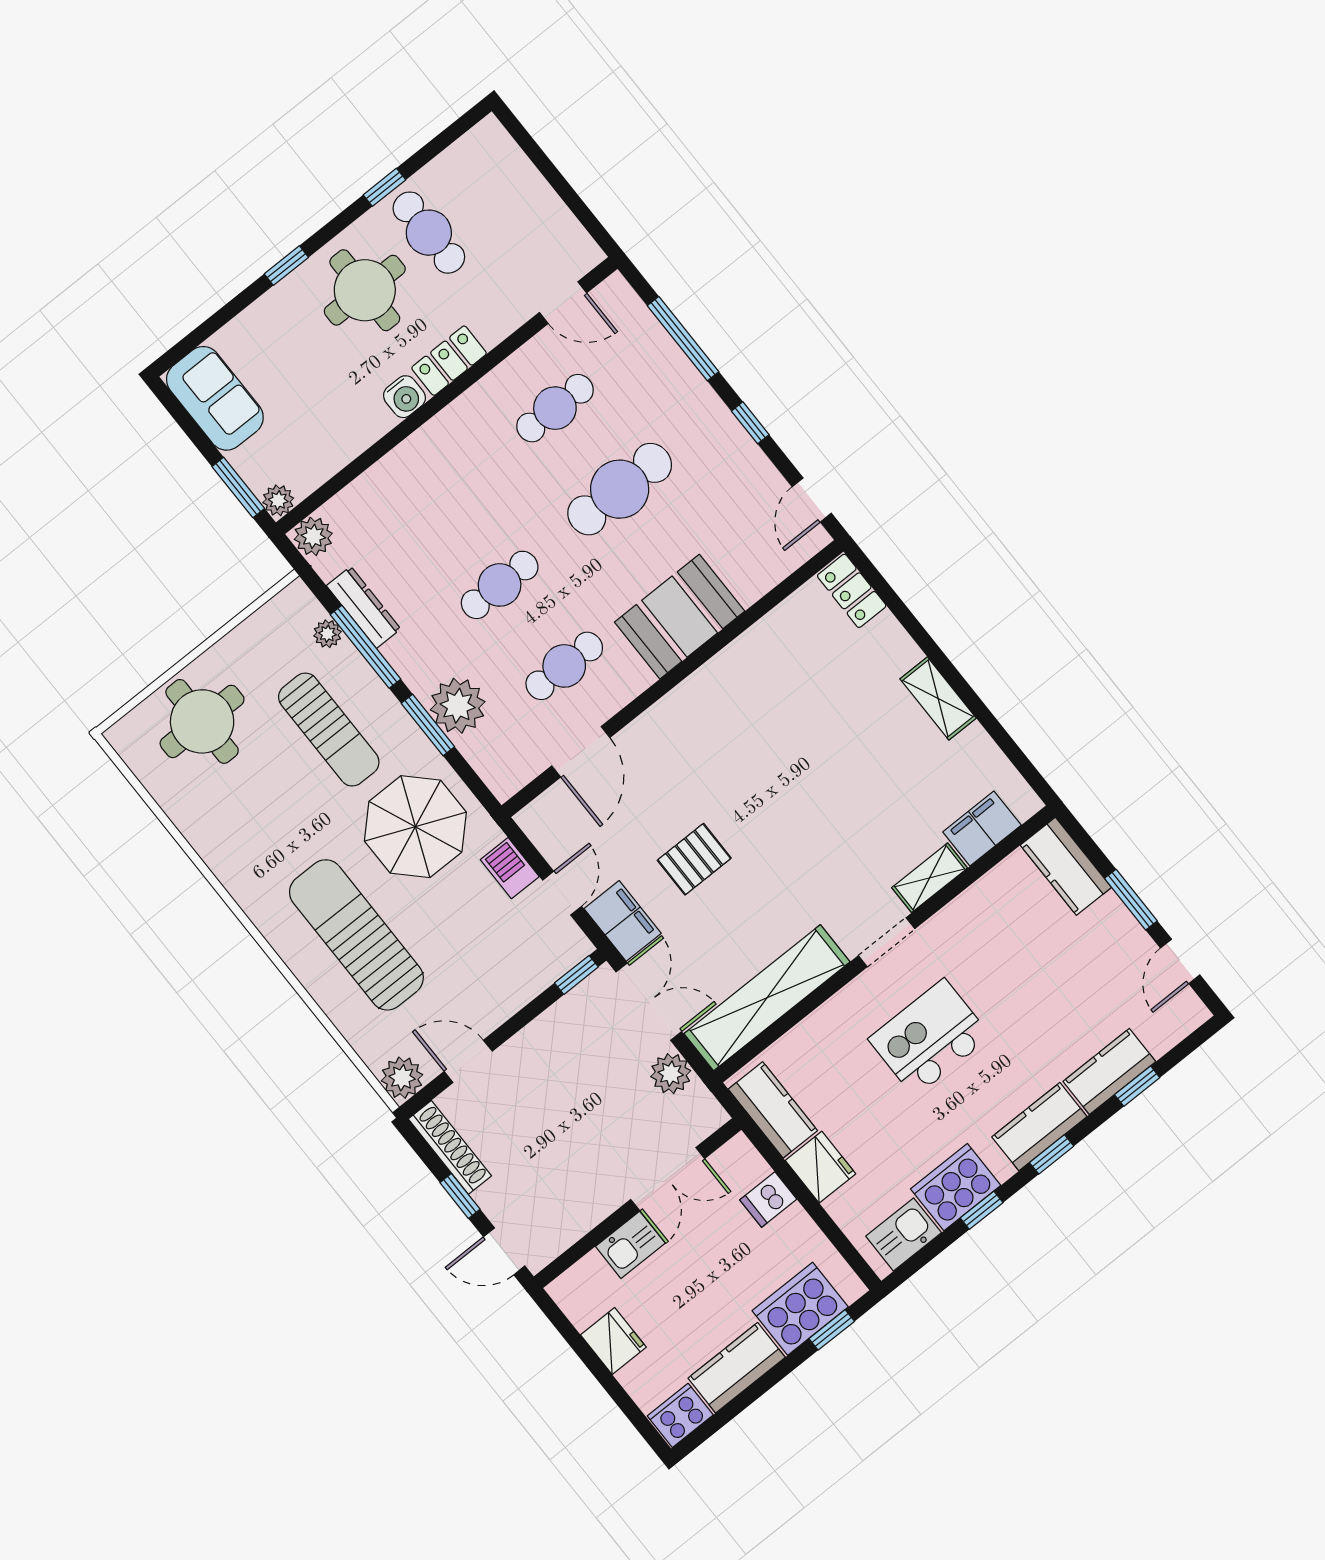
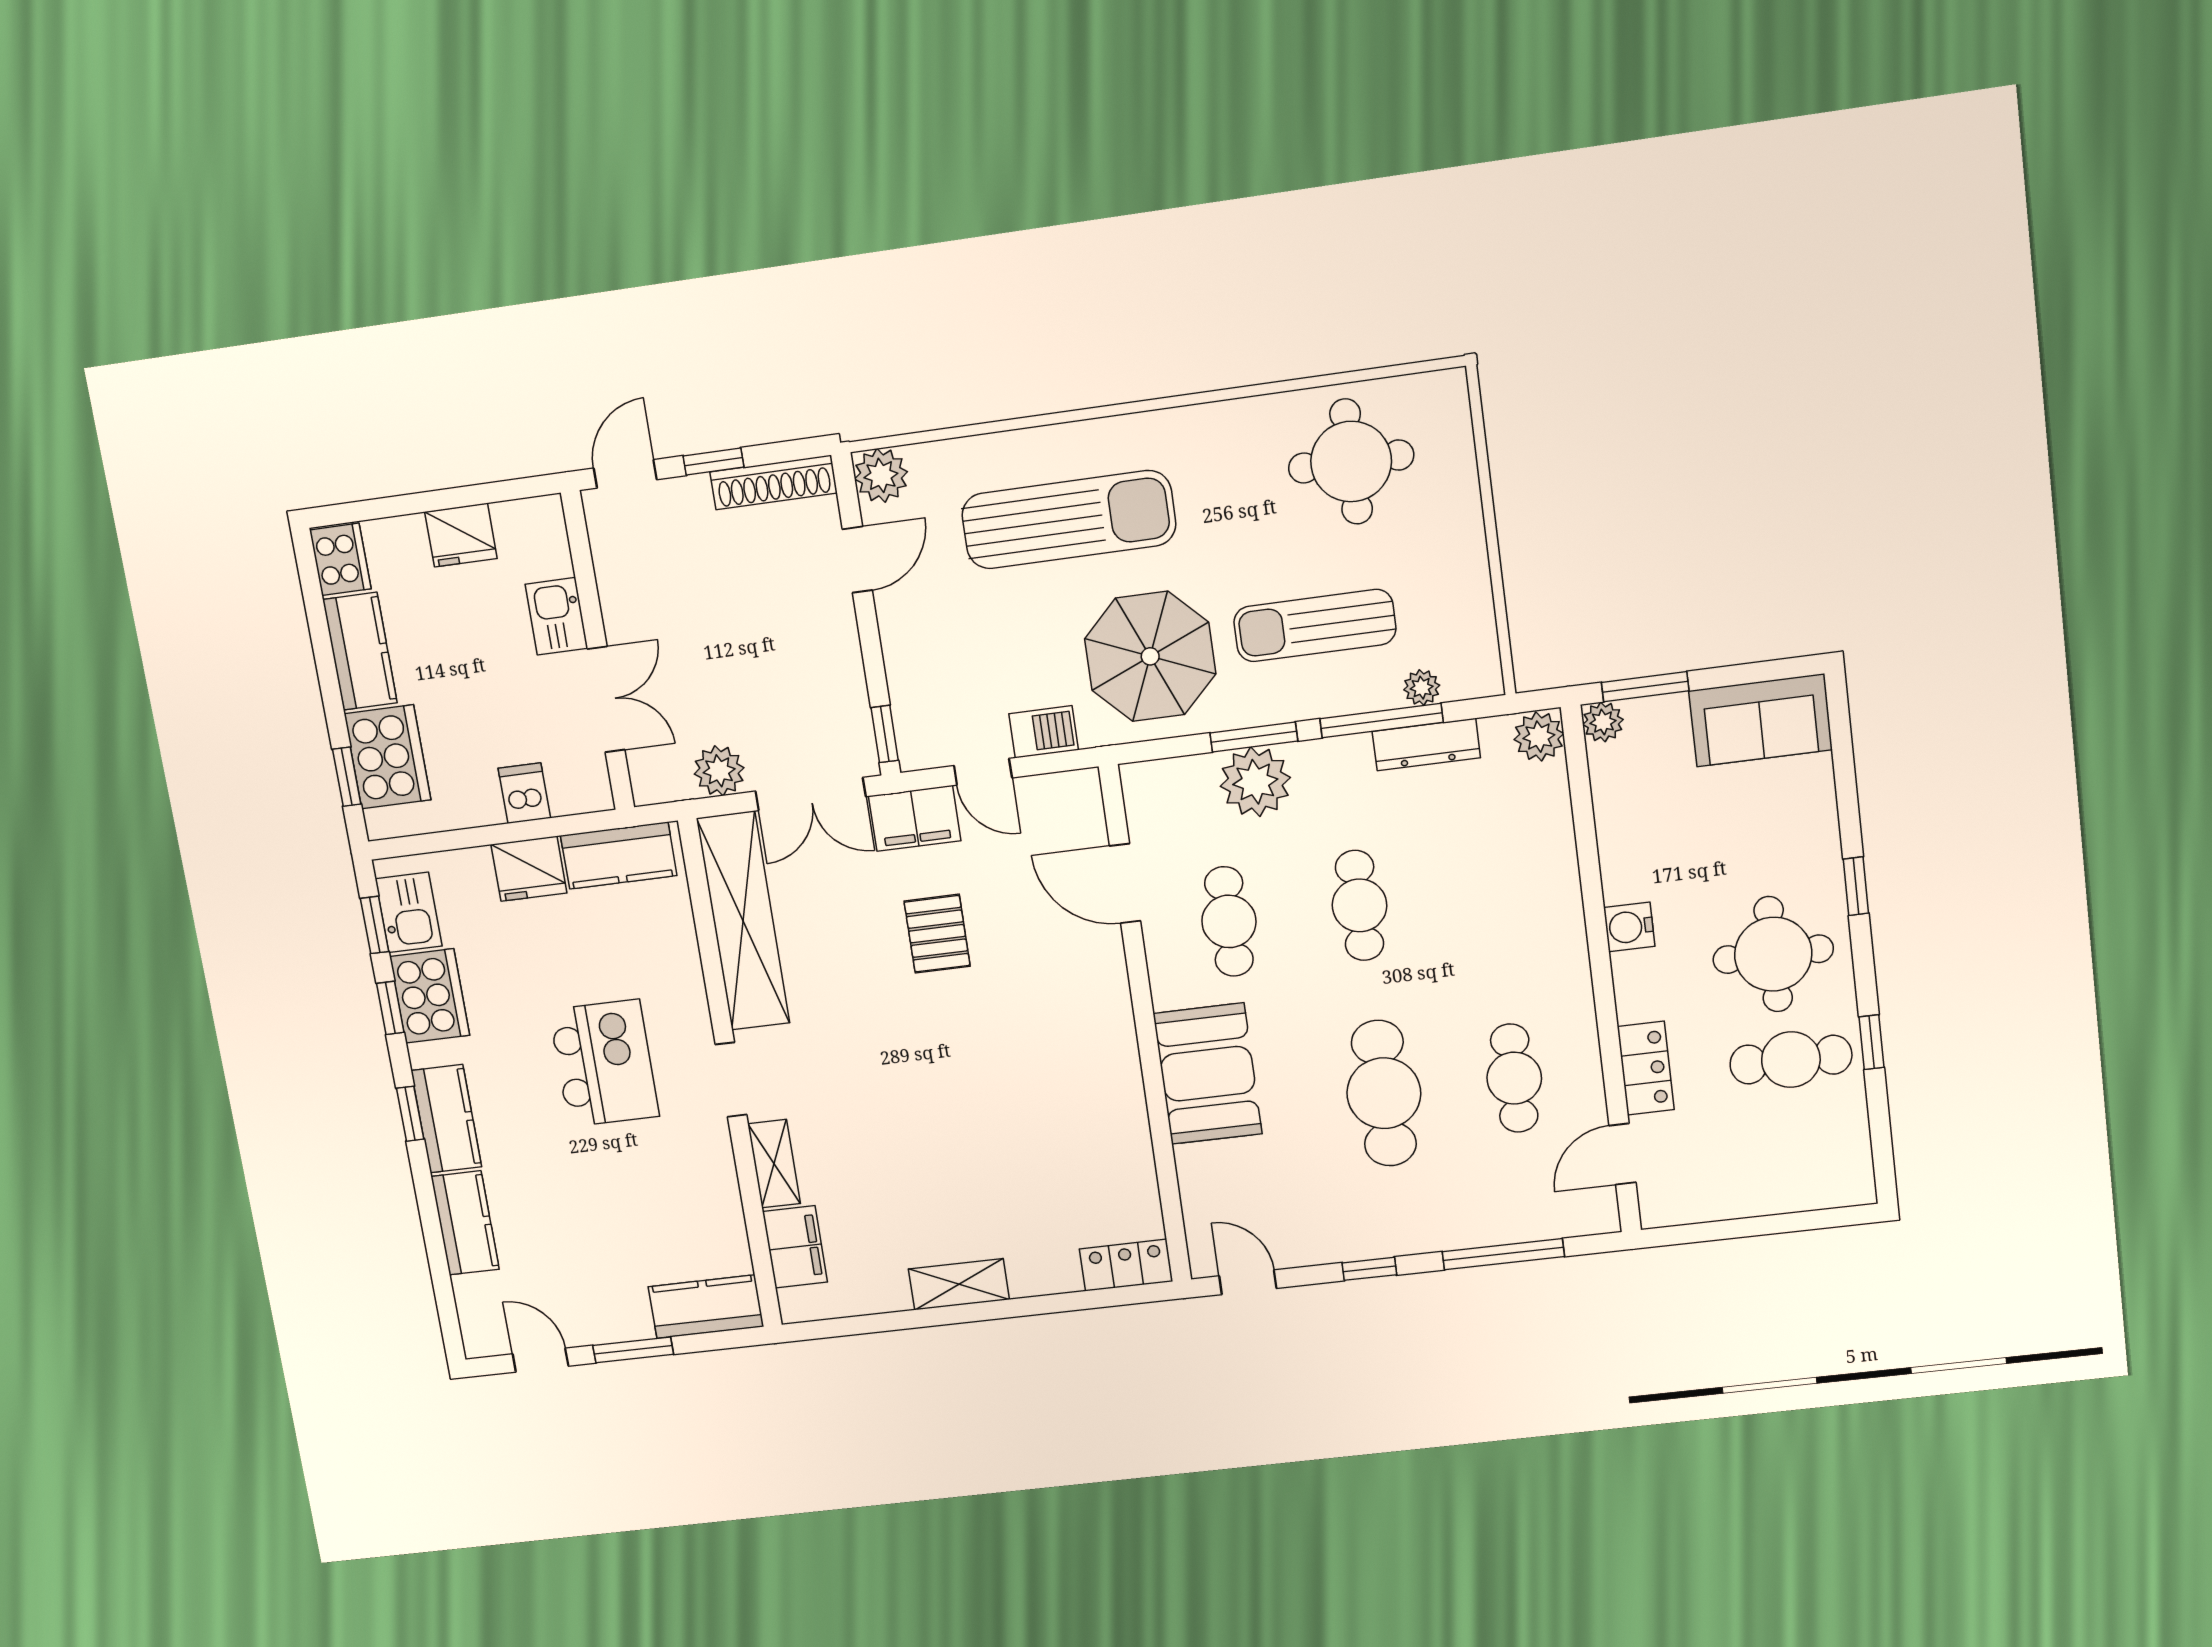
locker: (449, 361) -> (1646, 1068), moved
round table: (202, 721) -> (1351, 462), moved
window: (1137, 1086) -> (375, 925), moved
double door: (668, 1179) -> (606, 699), swing flipped

